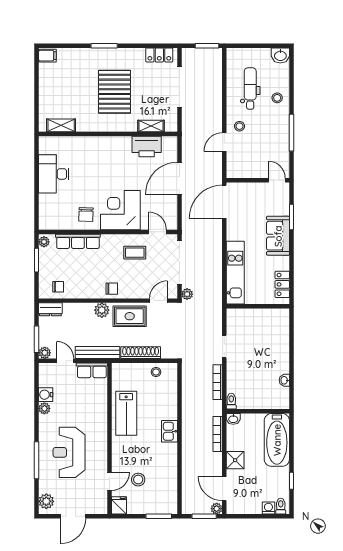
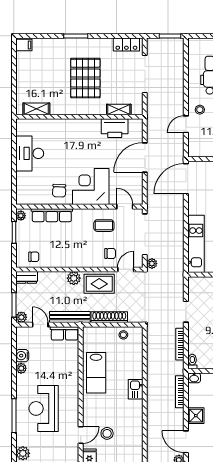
chair: (112, 289) -> (110, 254), moved

